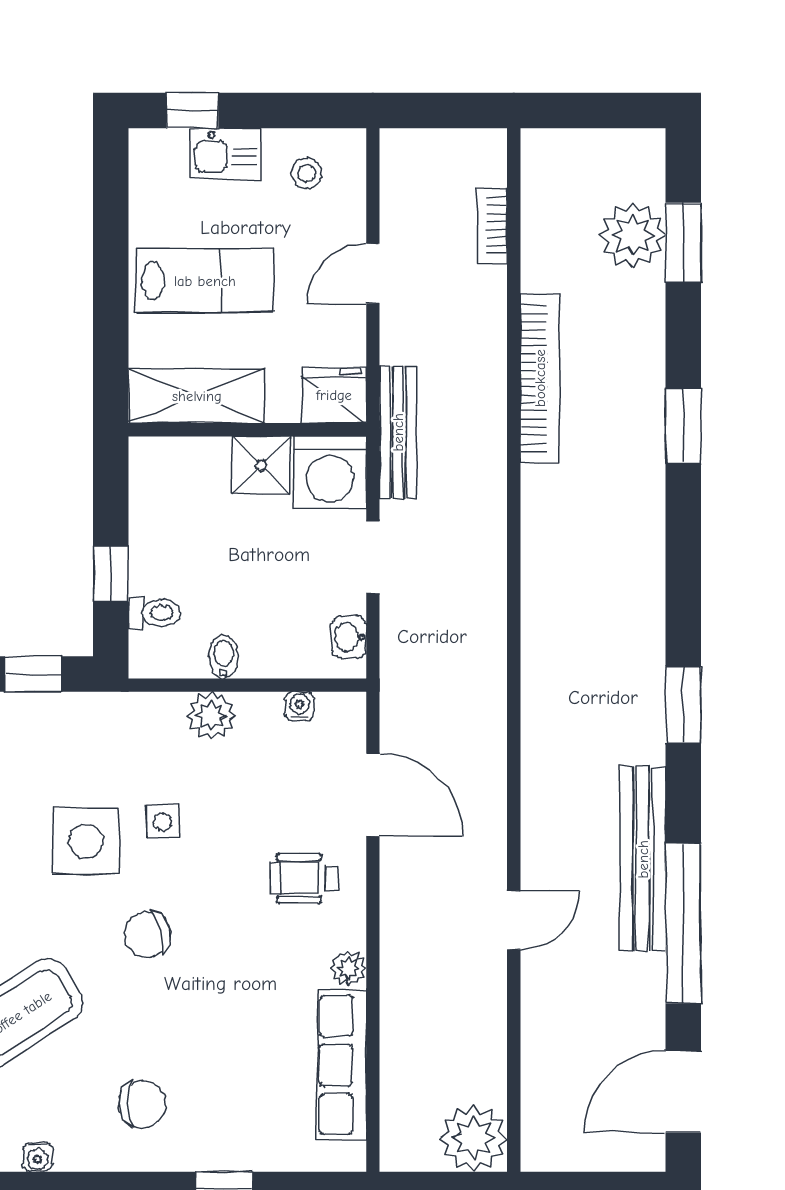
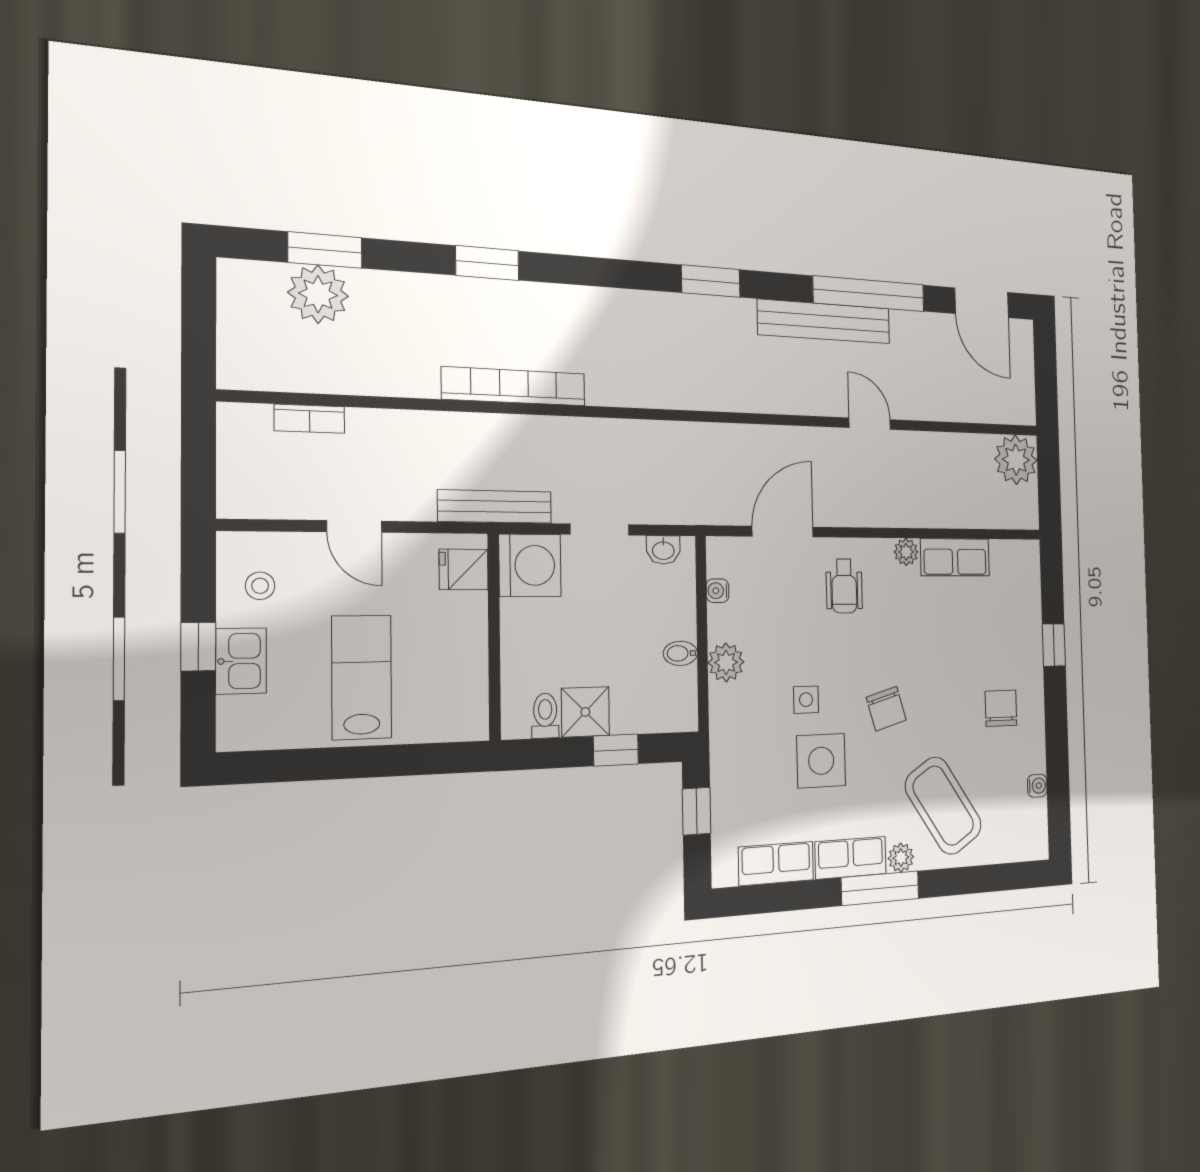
window: (192, 110) -> (198, 647), moved
bookcase: (540, 378) -> (514, 386), moved
fridge: (334, 395) -> (464, 569), width x0.72
shelving: (197, 396) -> (465, 682), removed
shower: (261, 465) -> (585, 712), moved
toilet: (155, 613) -> (545, 716), moved
row of seats: (342, 1065) -> (955, 557), width x0.68

